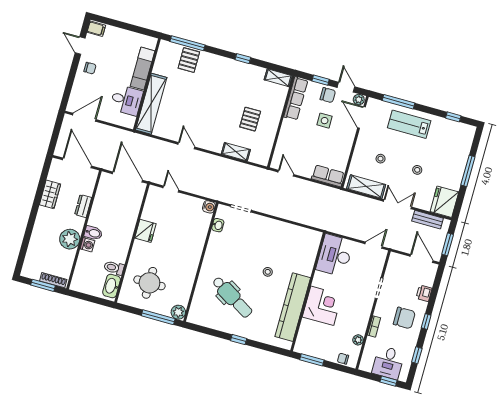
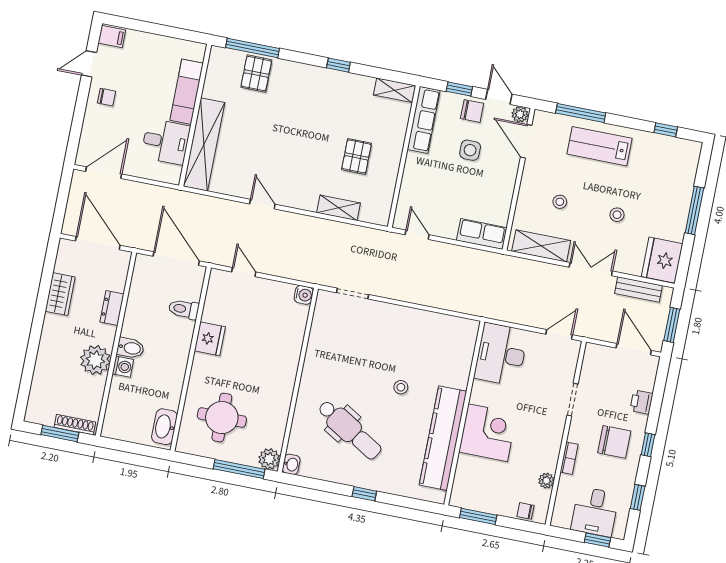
door: (80, 46) -> (89, 64), hinge flipped
washbasin: (218, 225) -> (291, 464), moved
toilet: (114, 268) -> (184, 309), moved

